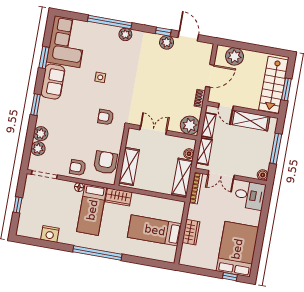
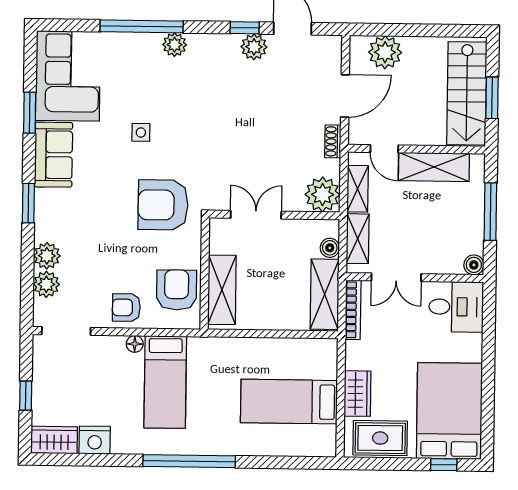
armchair: (106, 117) -> (163, 205), width x1.88, depth x1.88
wardrobe: (118, 197) -> (54, 440), moved, turned 180
rug: (199, 257) -> (380, 438), added

